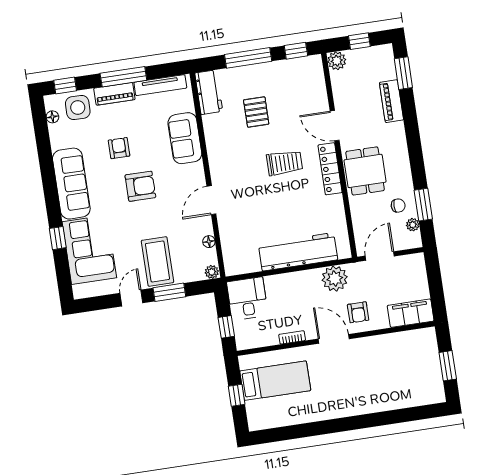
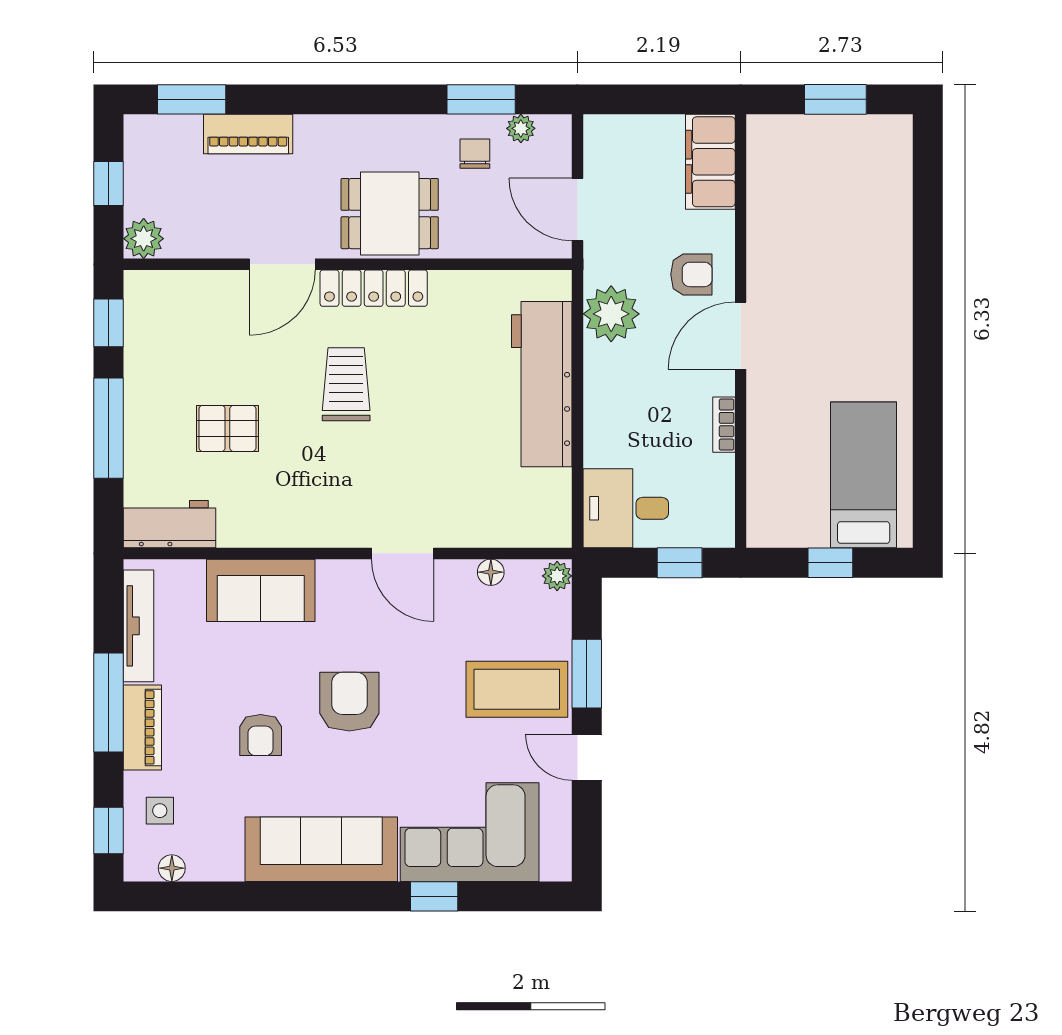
side table: (78, 107) -> (160, 811), width x0.54, depth x0.54
armchair: (119, 148) -> (261, 735), turned -90
bed: (275, 381) -> (864, 475), moved

